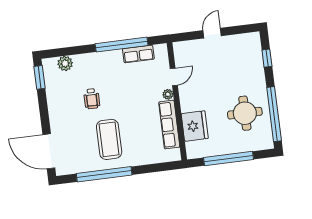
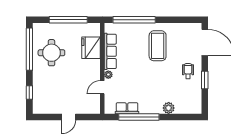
plant: (65, 63) -> (169, 108), moved
window: (39, 77) -> (205, 80), moved
wheelchair: (92, 99) -> (188, 71), moved
window: (104, 174) -> (134, 20), moved

